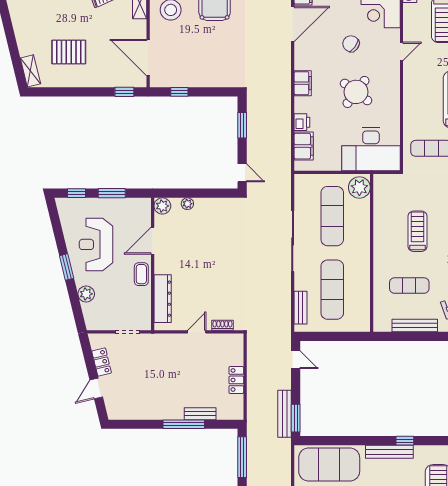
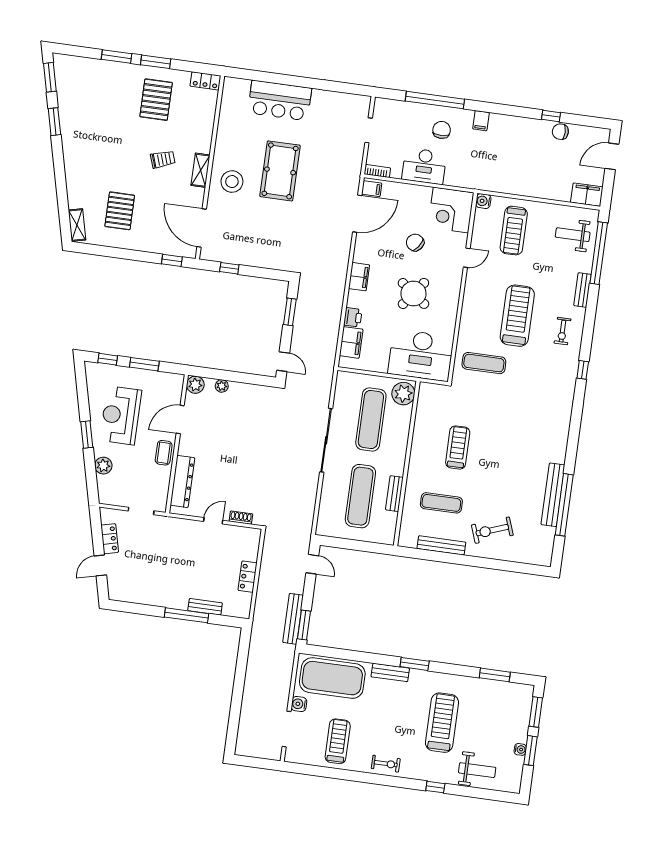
pallet: (69, 52) -> (120, 211), turned 90
bench: (300, 308) -> (394, 494), moved
window: (405, 441) -> (415, 664), width x1.50
bench: (389, 452) -> (390, 672), width x0.73
window: (242, 457) -> (242, 658), removed

